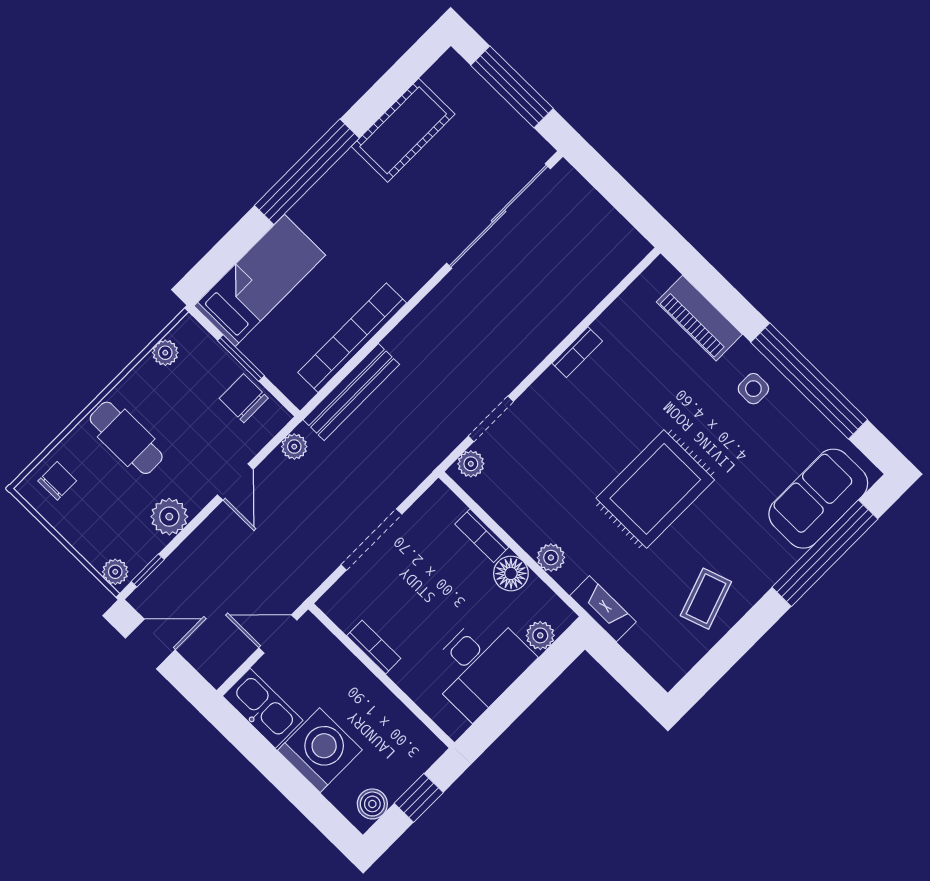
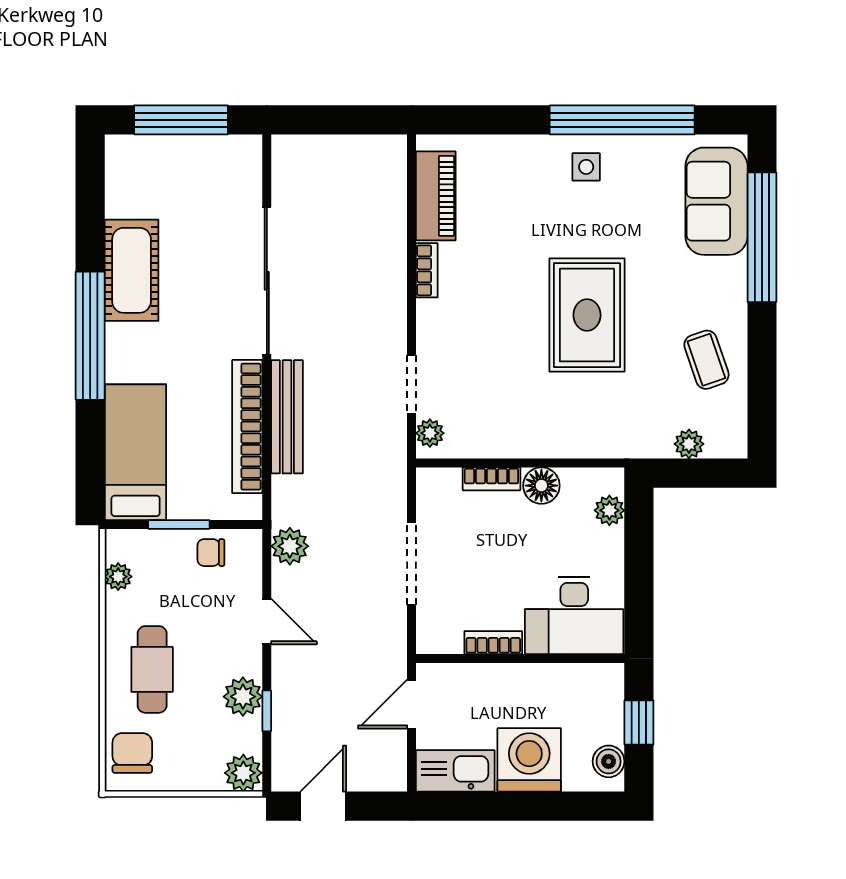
cot: (403, 130) -> (132, 270), moved
sliding door: (499, 216) -> (267, 281), moved
piano: (699, 318) -> (436, 196), moved, turned -90
bench: (351, 392) -> (287, 417), moved
chair: (244, 398) -> (211, 553), width x0.73, depth x0.73
cafe table: (126, 438) -> (152, 669), turned 90
plant: (294, 447) -> (290, 546), width x1.38, depth x1.38
chair: (57, 481) -> (132, 753), width x1.37, depth x1.37
plant: (551, 558) -> (689, 444), moved
window: (148, 571) -> (267, 711), moved
plant: (115, 572) -> (243, 773), width x1.38, depth x1.38
fireplace: (603, 609) -> (637, 444), removed
desk: (480, 665) -> (574, 615), moved, turned 90

